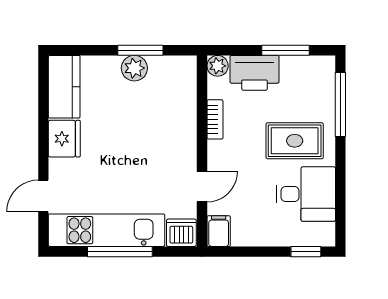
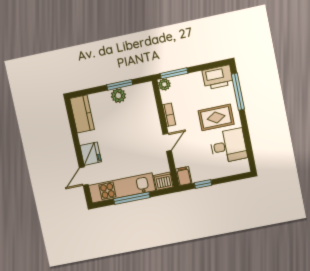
window: (285, 50) -> (174, 73), moved
printer: (254, 73) -> (218, 77), moved
fridge: (64, 139) -> (91, 154), moved
door: (202, 187) -> (167, 142), moved
window: (306, 252) -> (203, 184), moved

